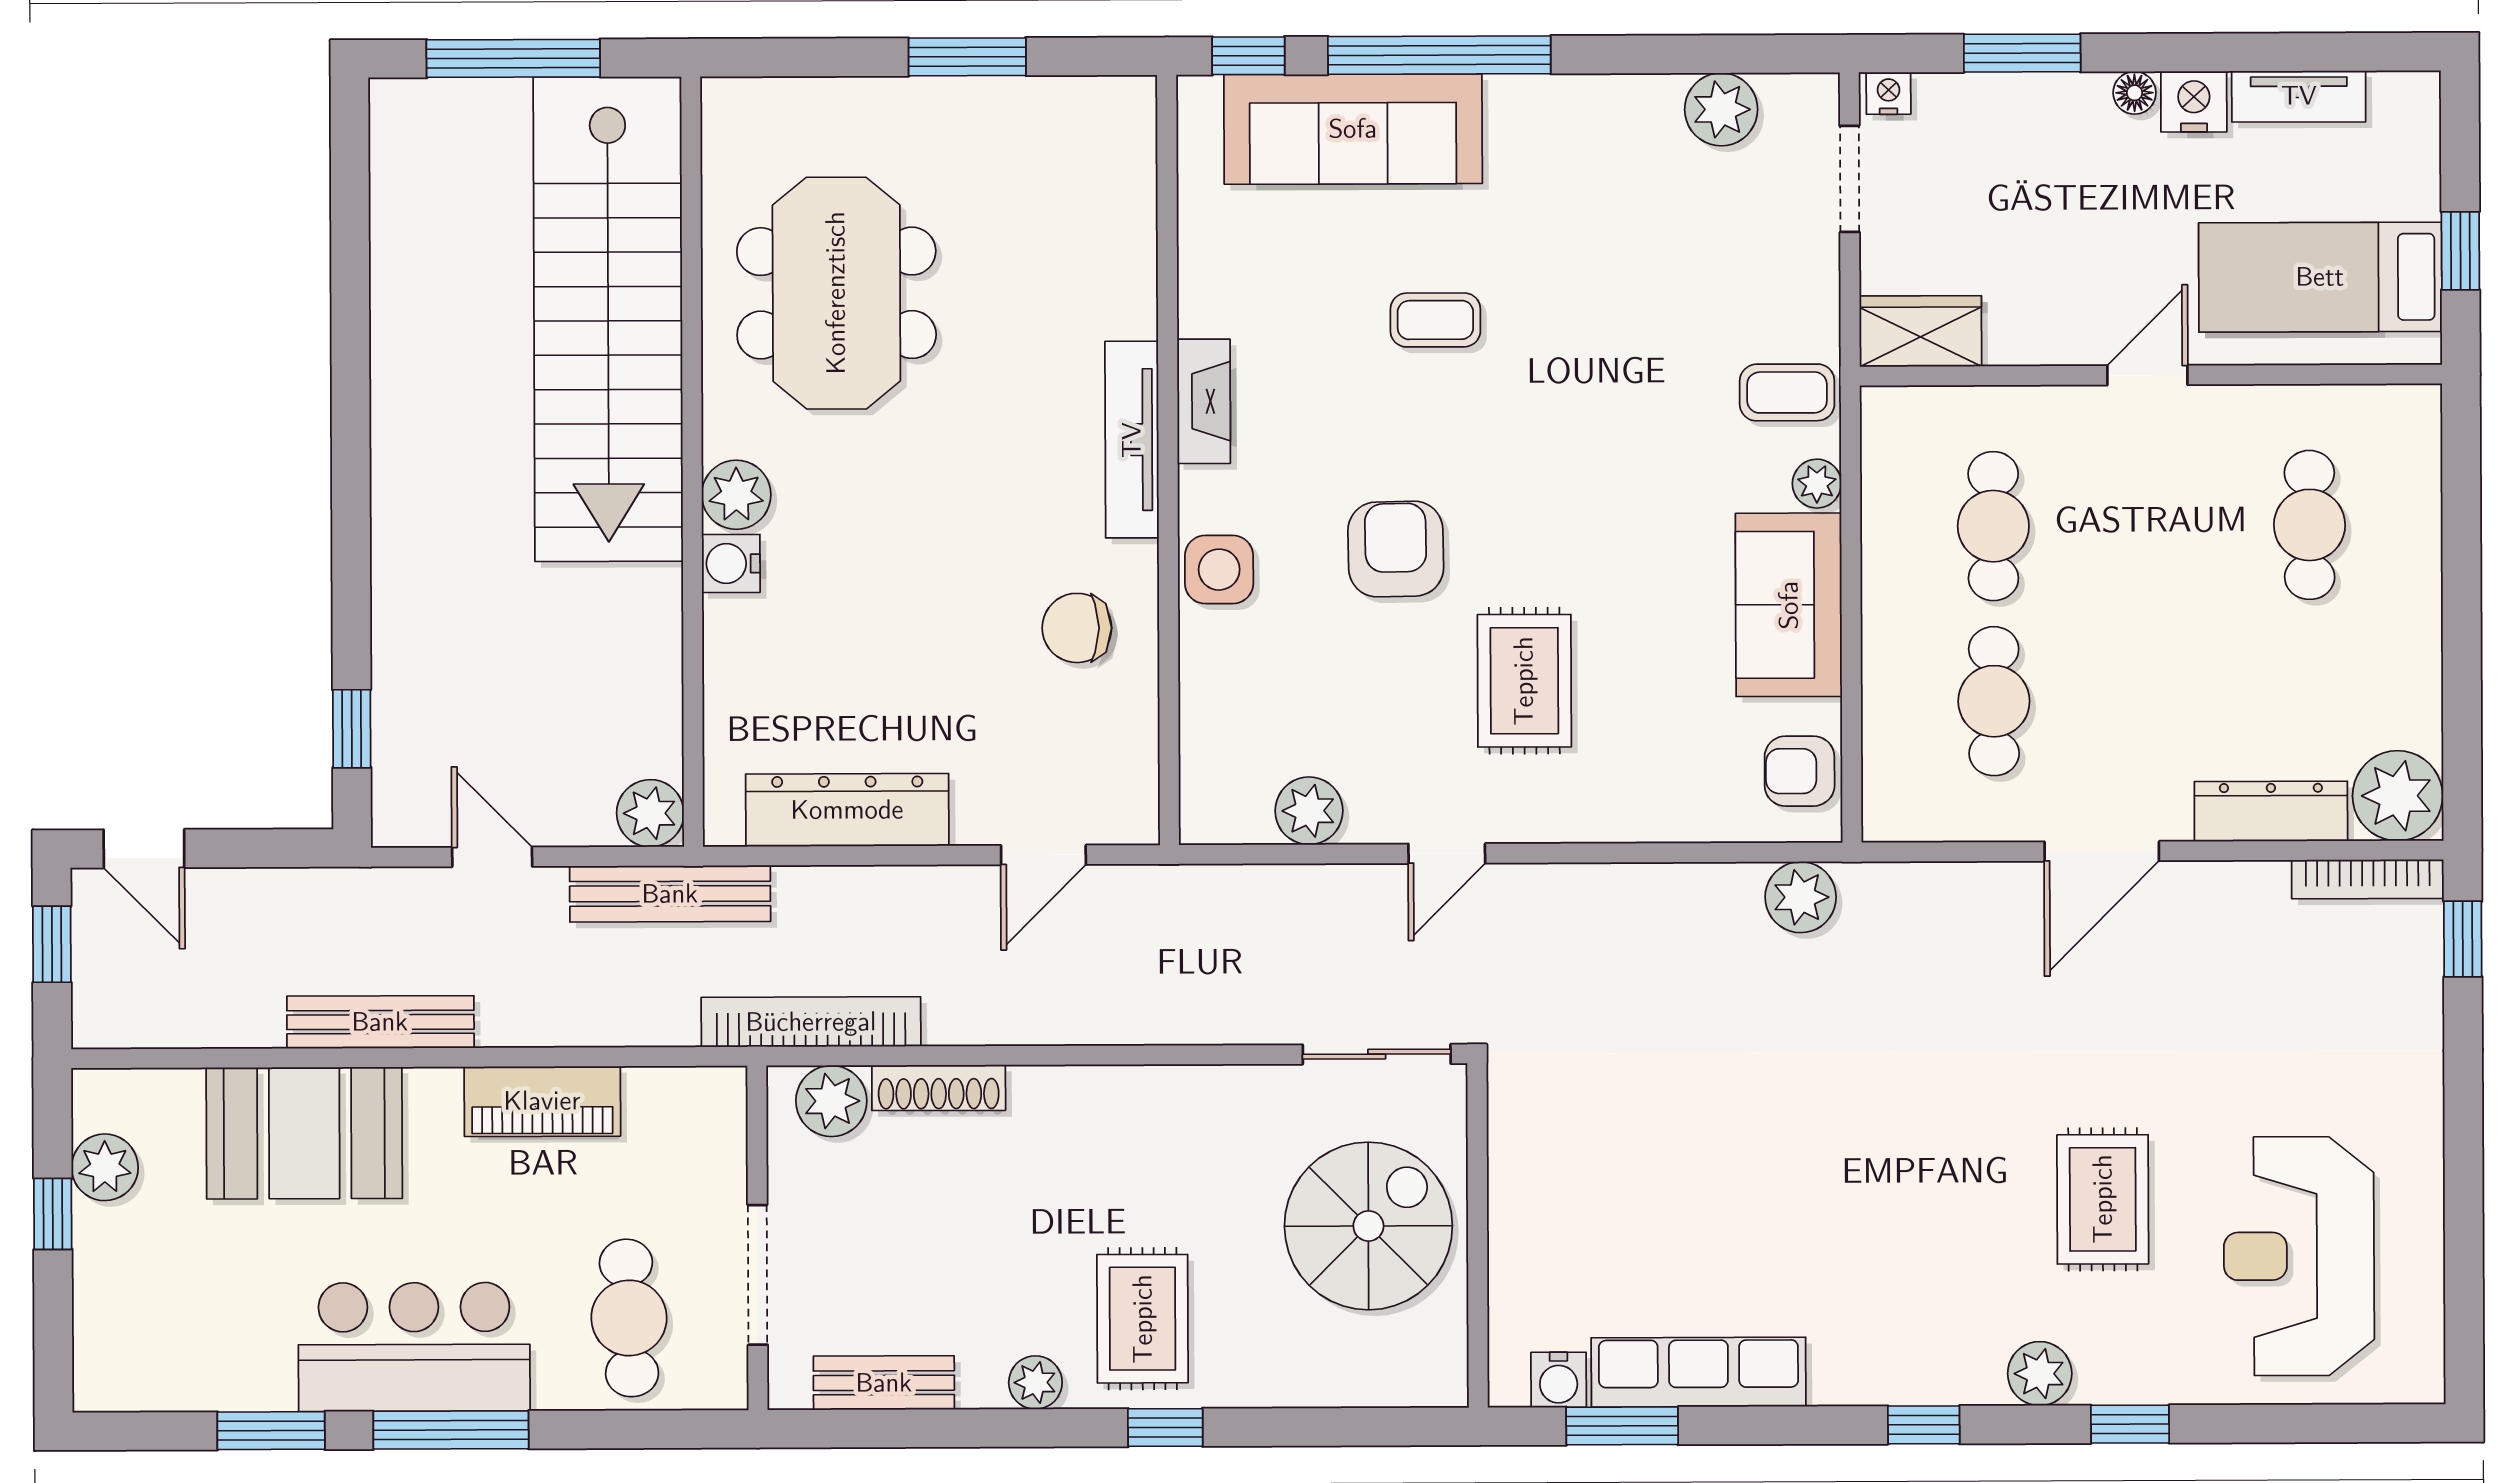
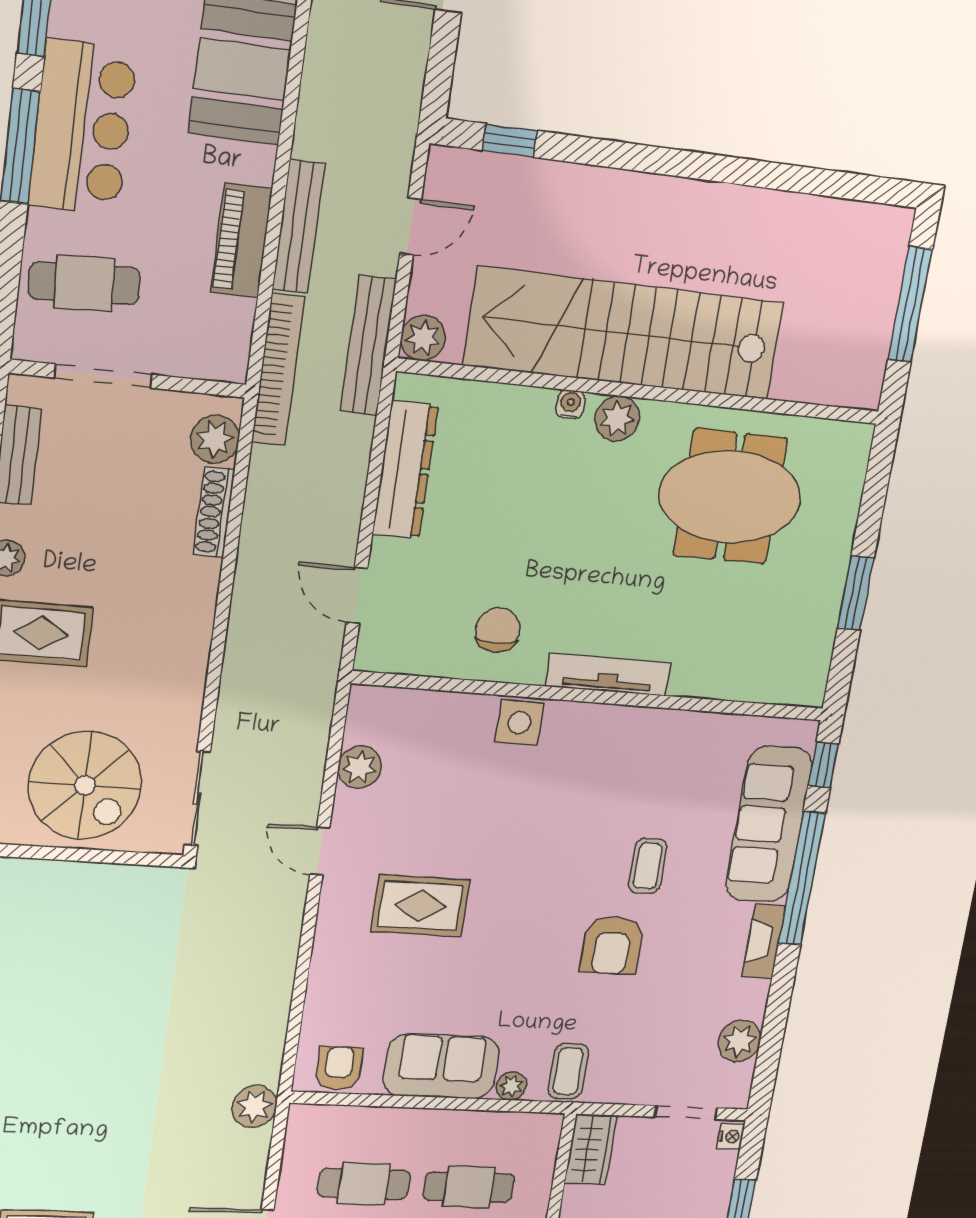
stairs: (608, 319) -> (625, 334), moved
fireplace: (1204, 401) -> (764, 941), moved, turned 90
armchair: (1396, 549) -> (612, 945), moved, turned 91
water cooler: (731, 563) -> (570, 404), width x0.72, depth x0.72
plant: (1801, 897) -> (255, 1107), moved
bench: (380, 1022) -> (298, 227), moved
bookcase: (811, 1022) -> (278, 370), moved

